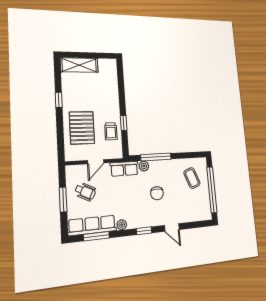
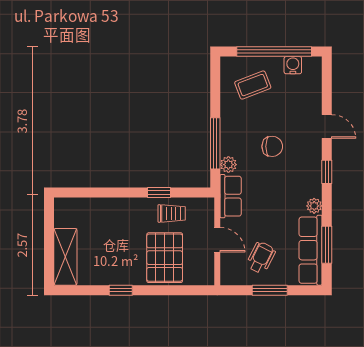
pallet: (82, 128) -> (165, 258), turned 90
water cooler: (205, 202) -> (293, 65), added
door: (172, 227) -> (327, 126), hinge flipped

